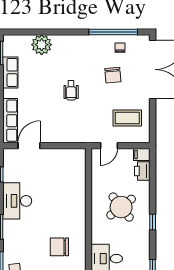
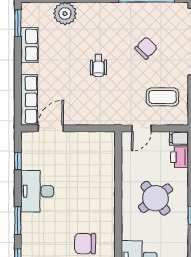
chair: (120, 48) -> (154, 17), removed
chair: (113, 75) -> (146, 48), turned -131

